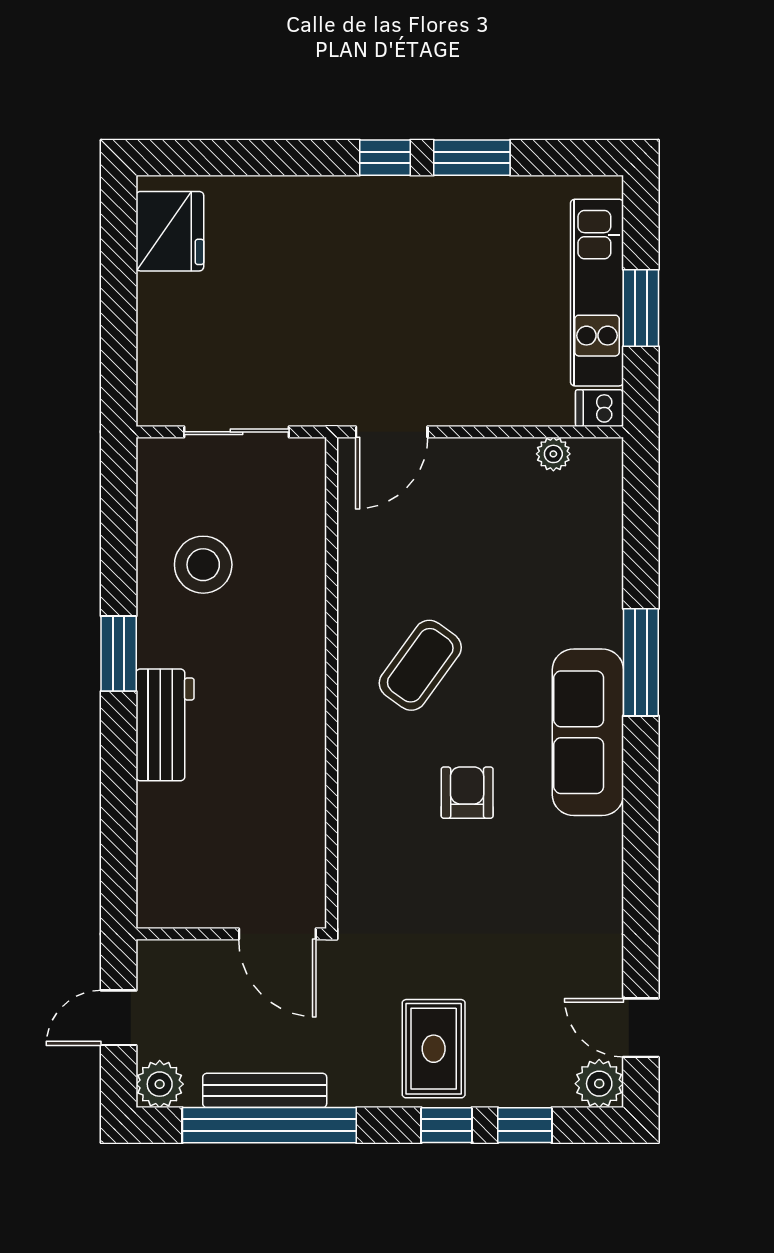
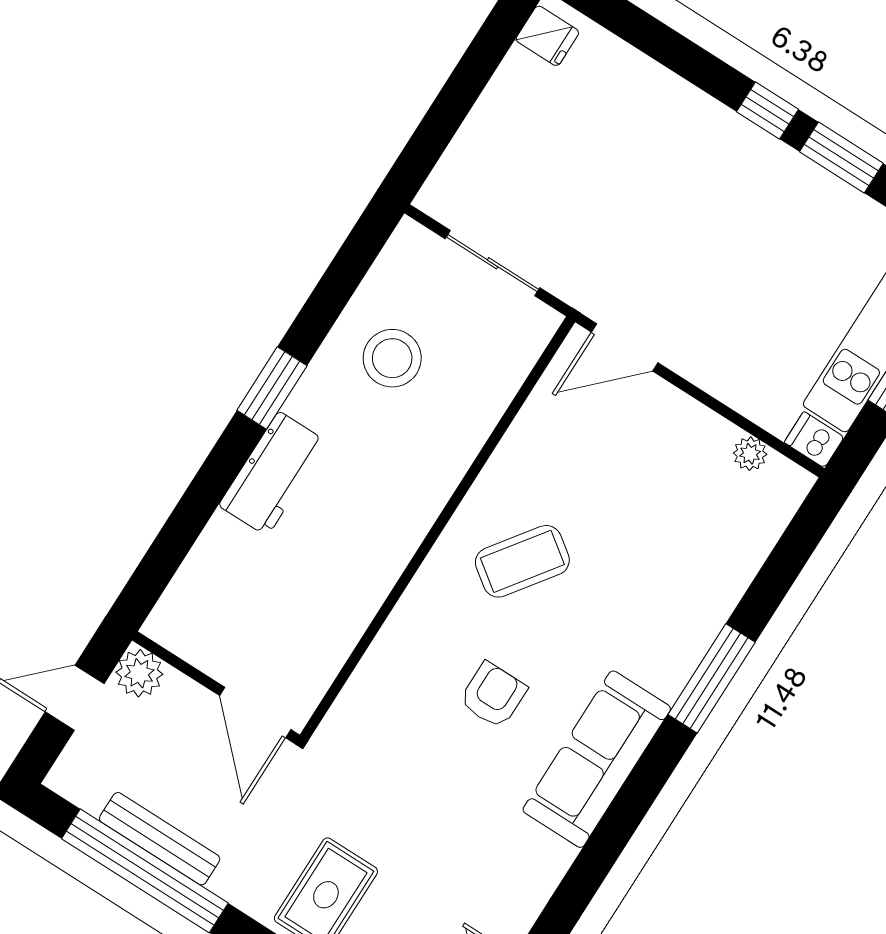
fridge: (170, 231) -> (547, 36), width x0.53, depth x0.75
sofa: (588, 732) -> (597, 759), moved
plant: (160, 1084) -> (139, 673), moved

